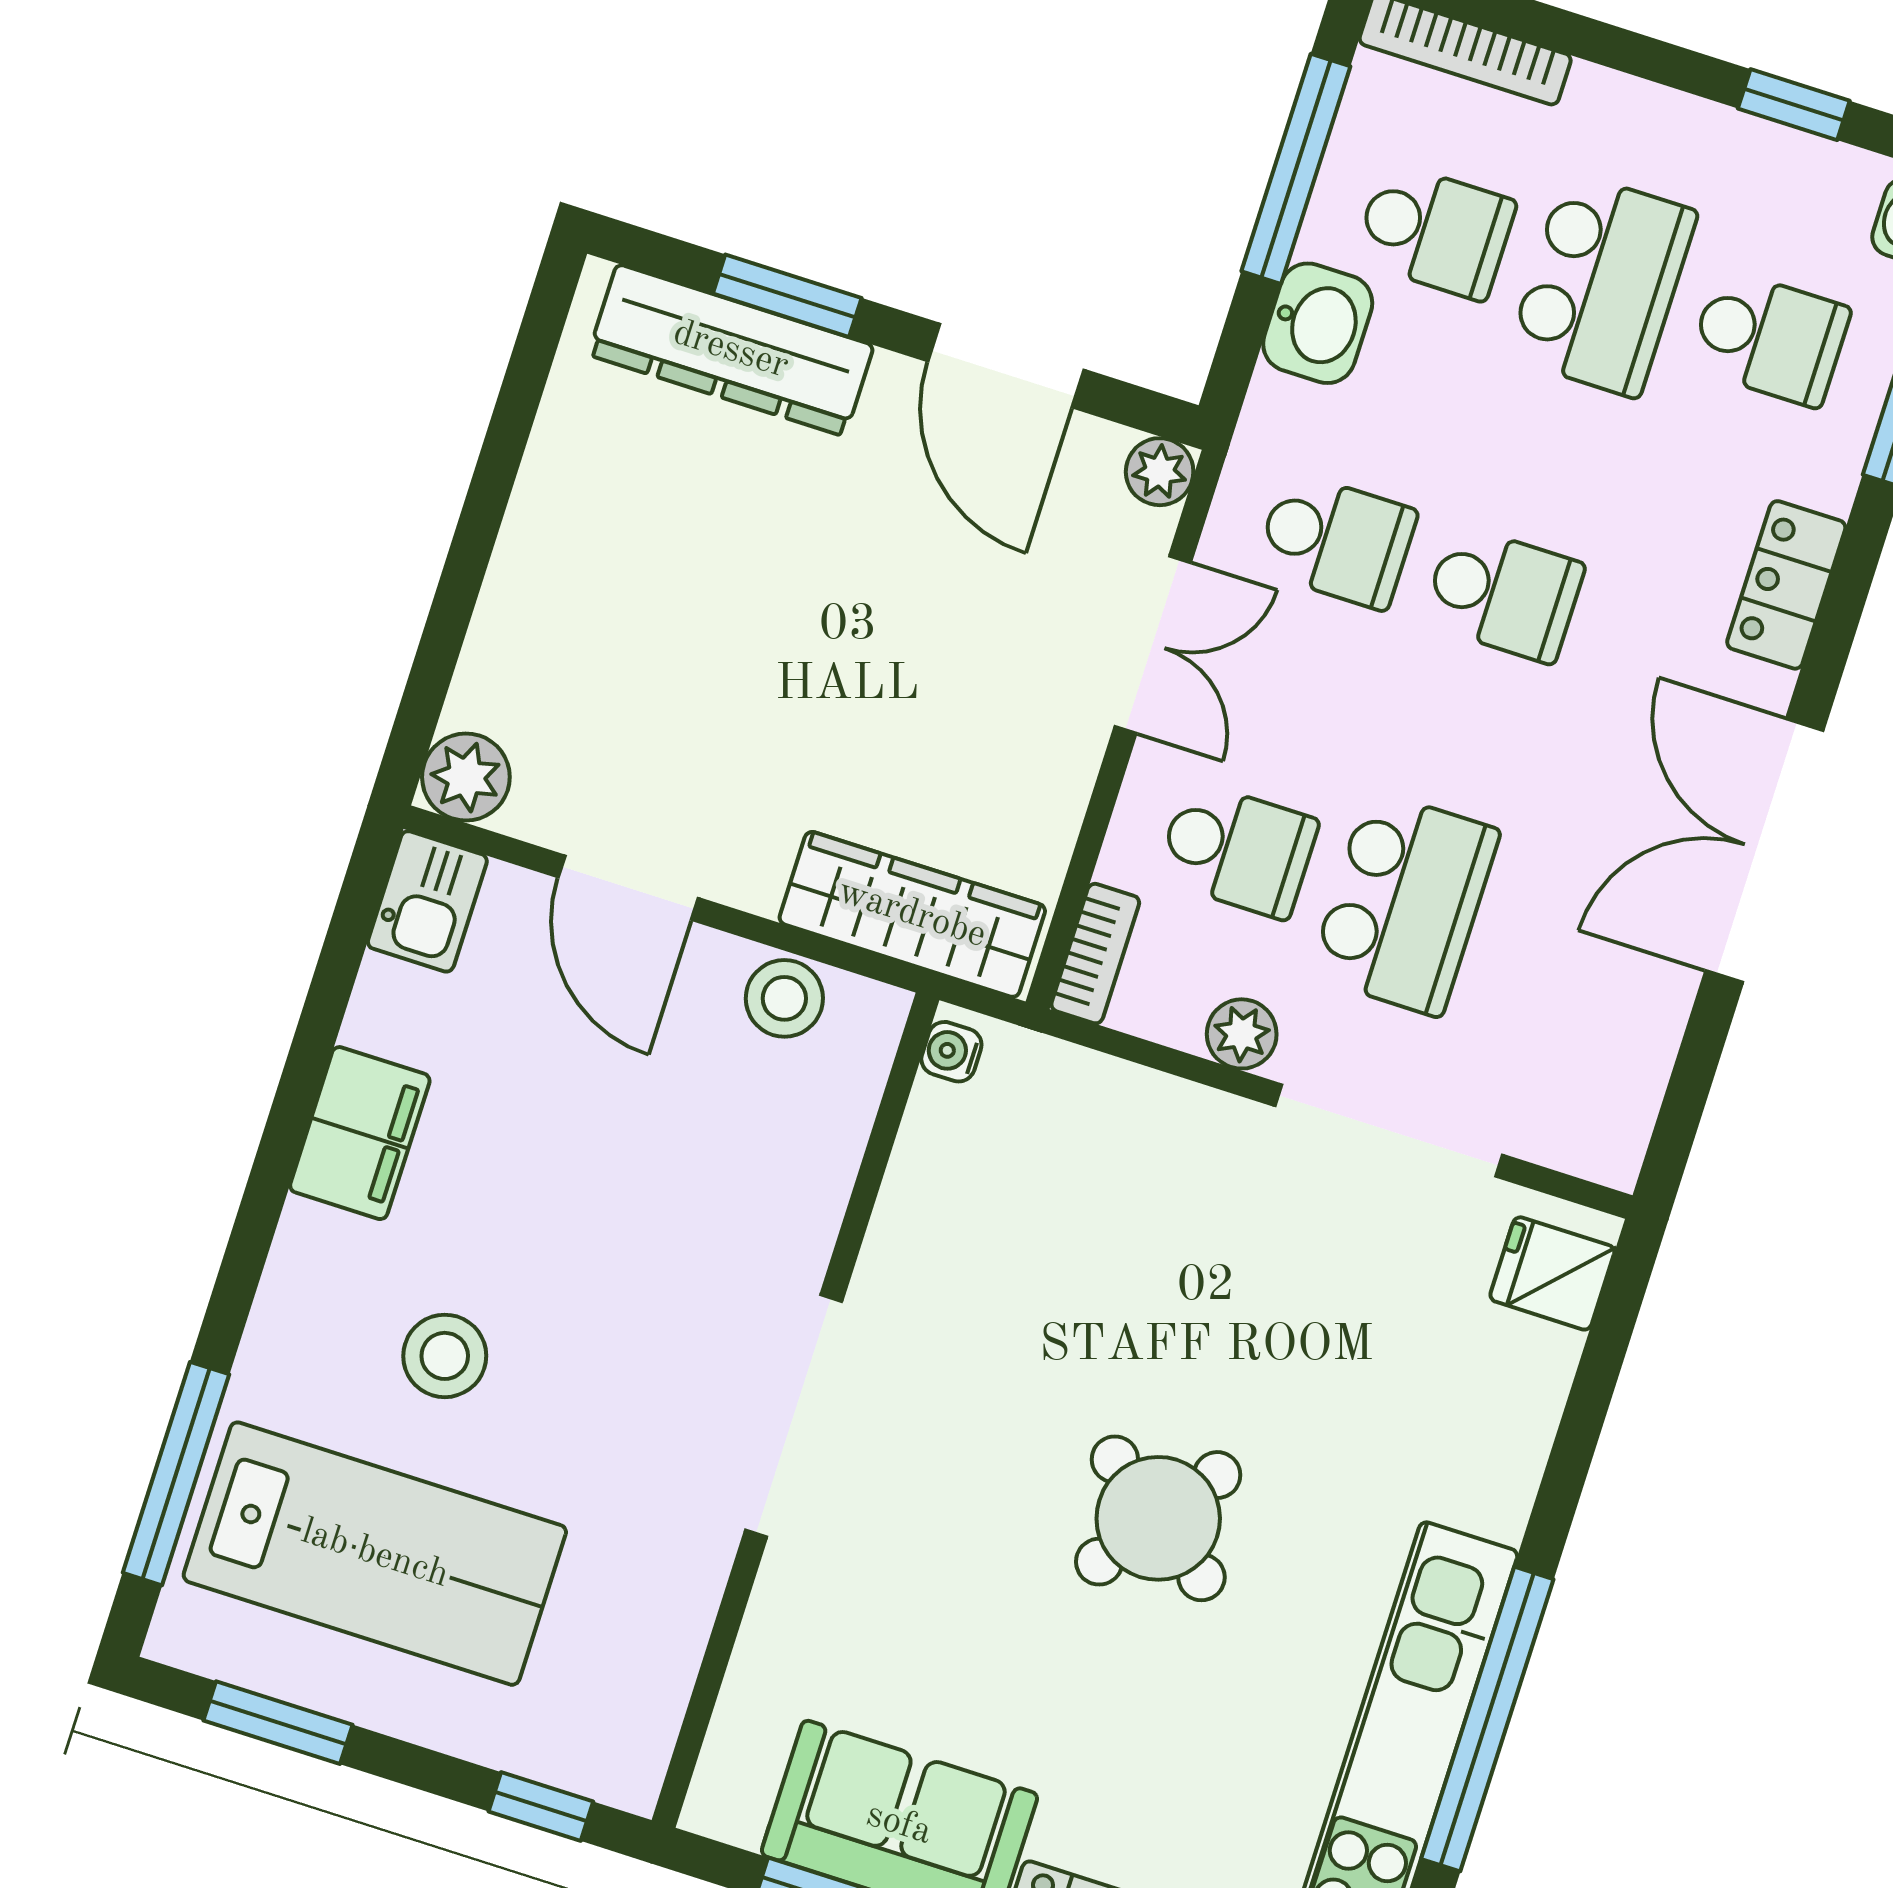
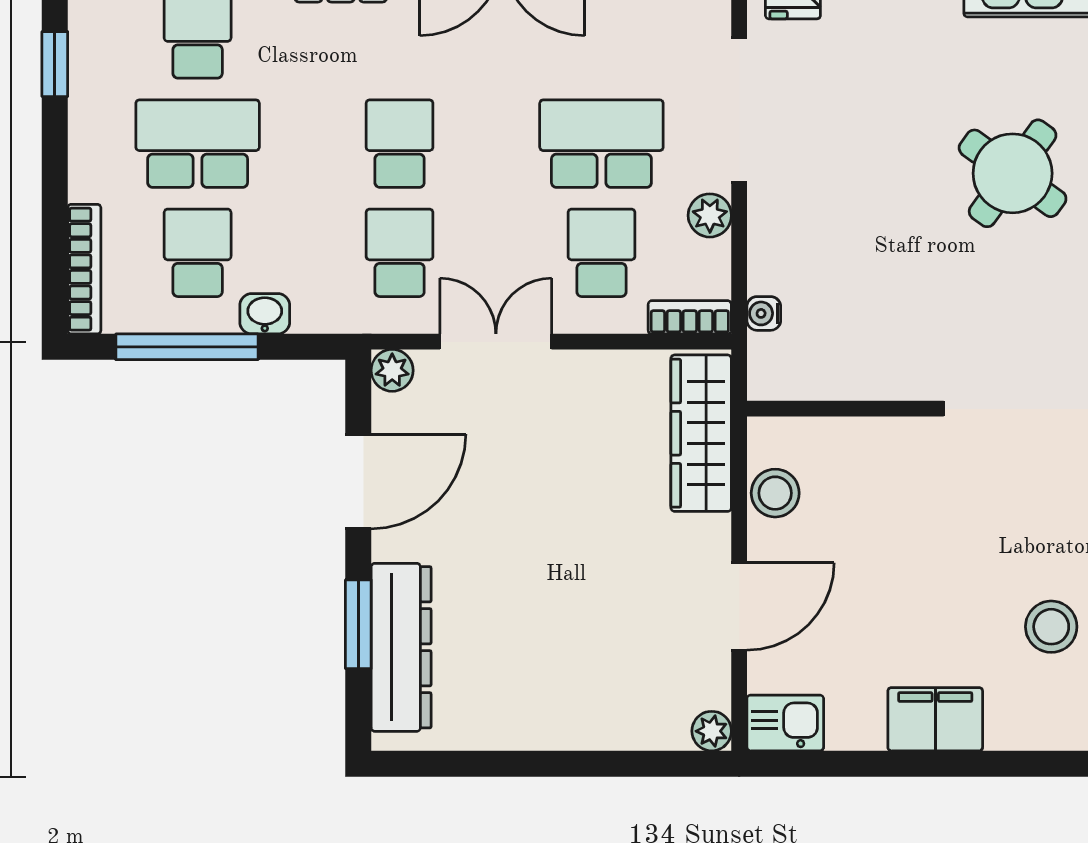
washbasin: (1318, 323) -> (265, 314), width x0.72, depth x0.69
plant: (466, 777) -> (712, 731), width x0.73, depth x0.73
water cooler: (951, 1052) -> (764, 313), moved, turned 90

